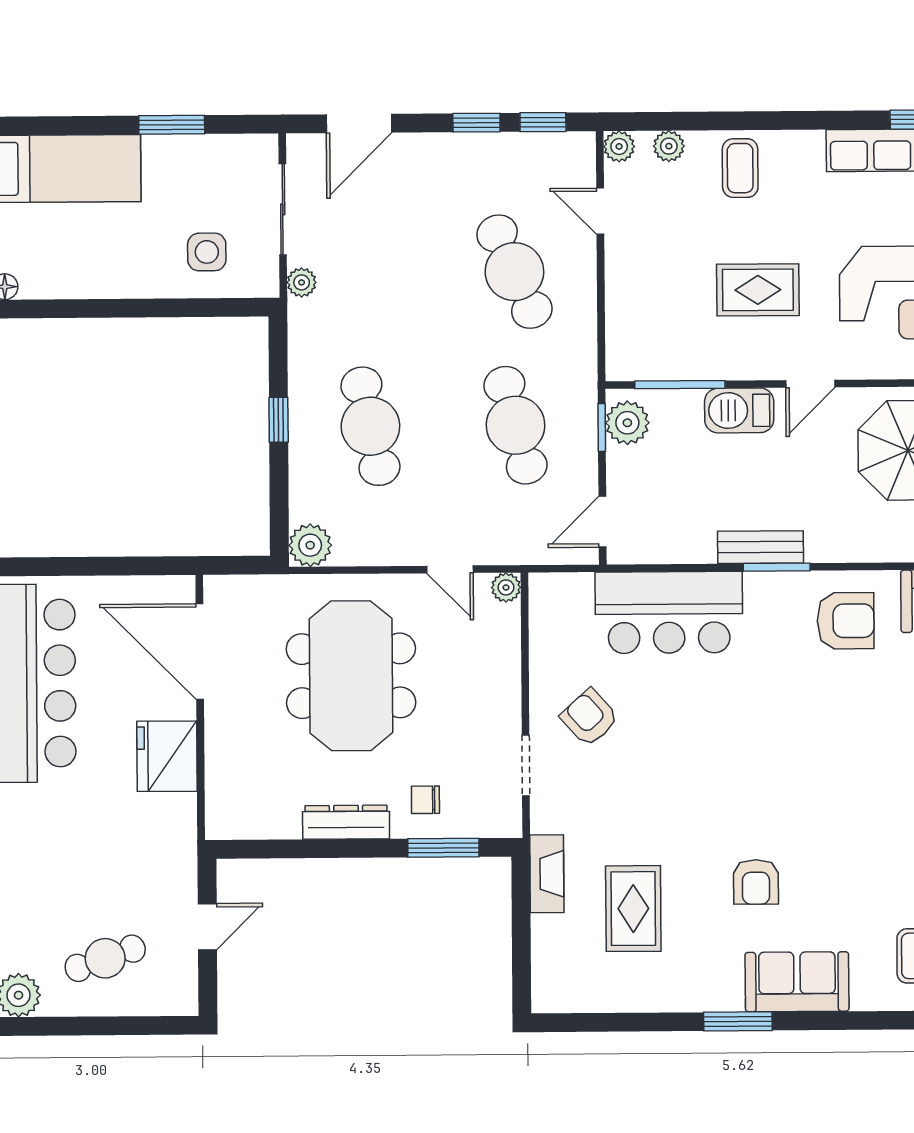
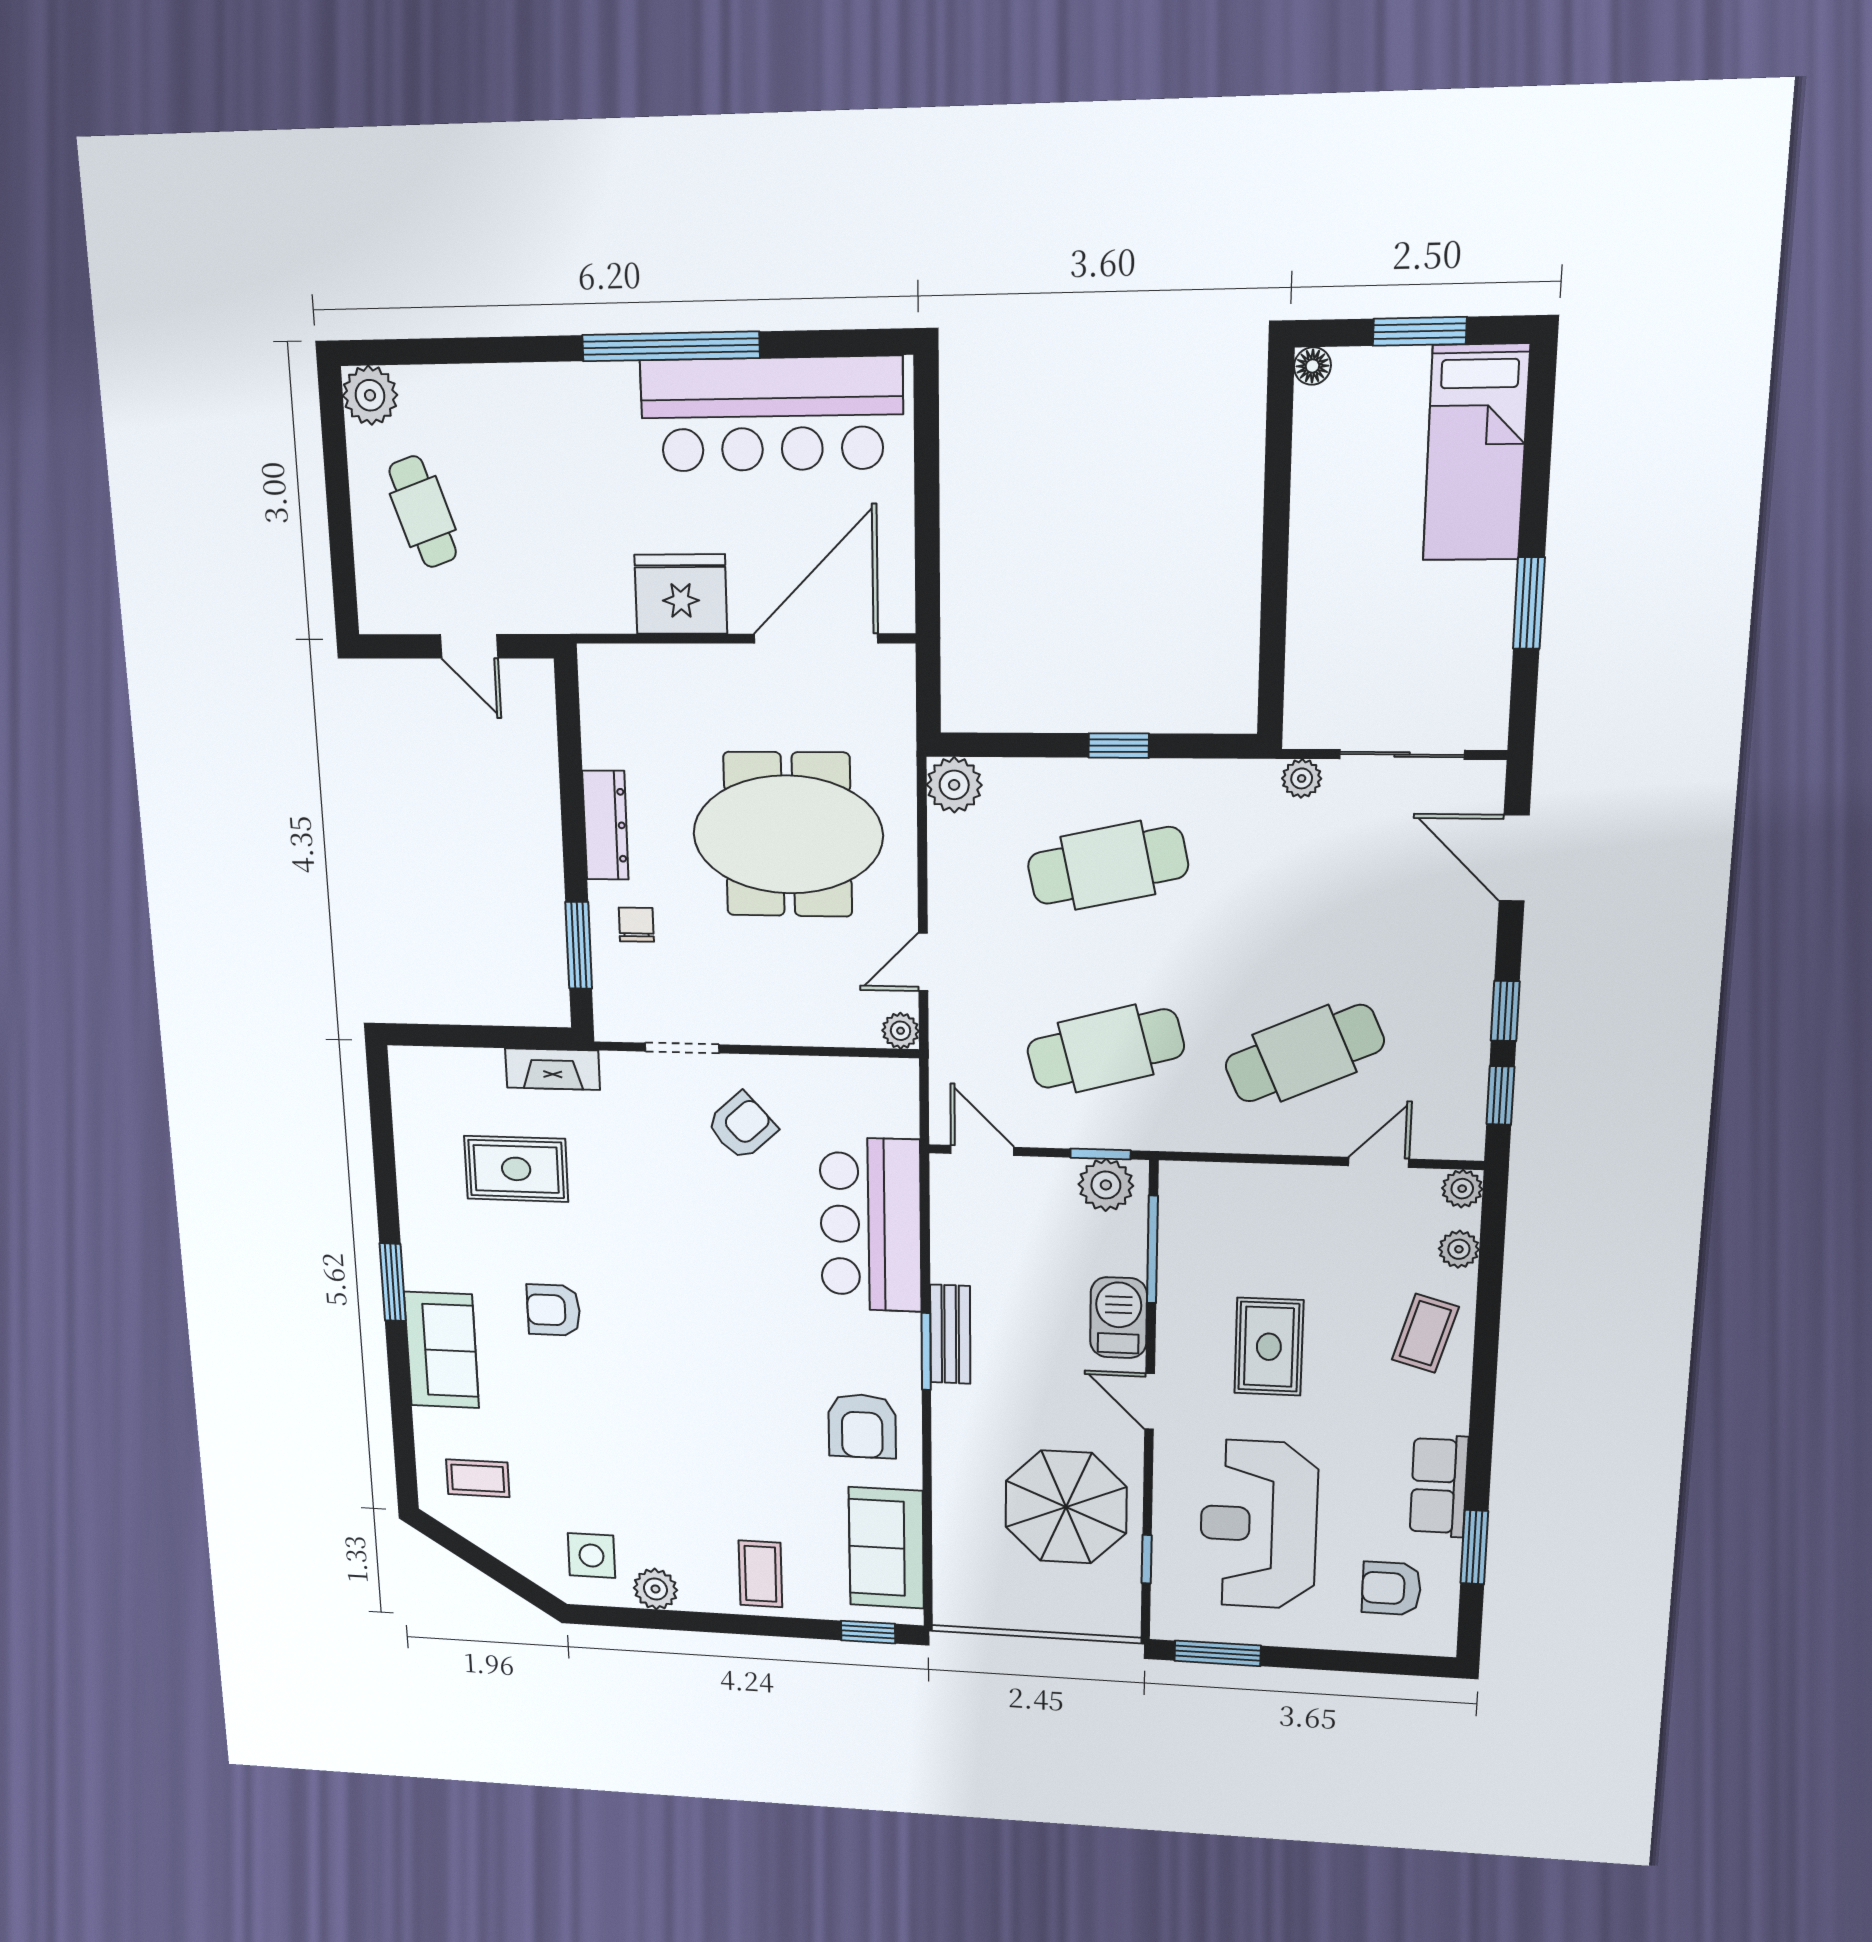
coffee table: (740, 168) -> (1425, 1333), turned -74
side table: (207, 252) -> (1349, 651), removed

